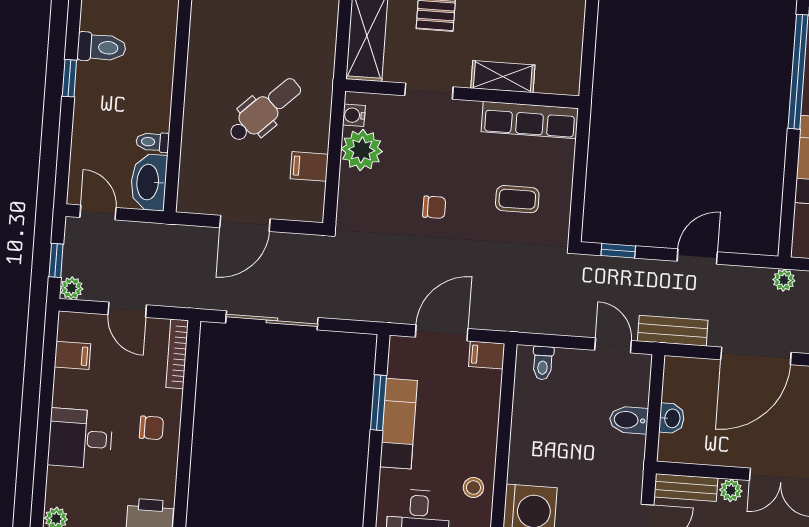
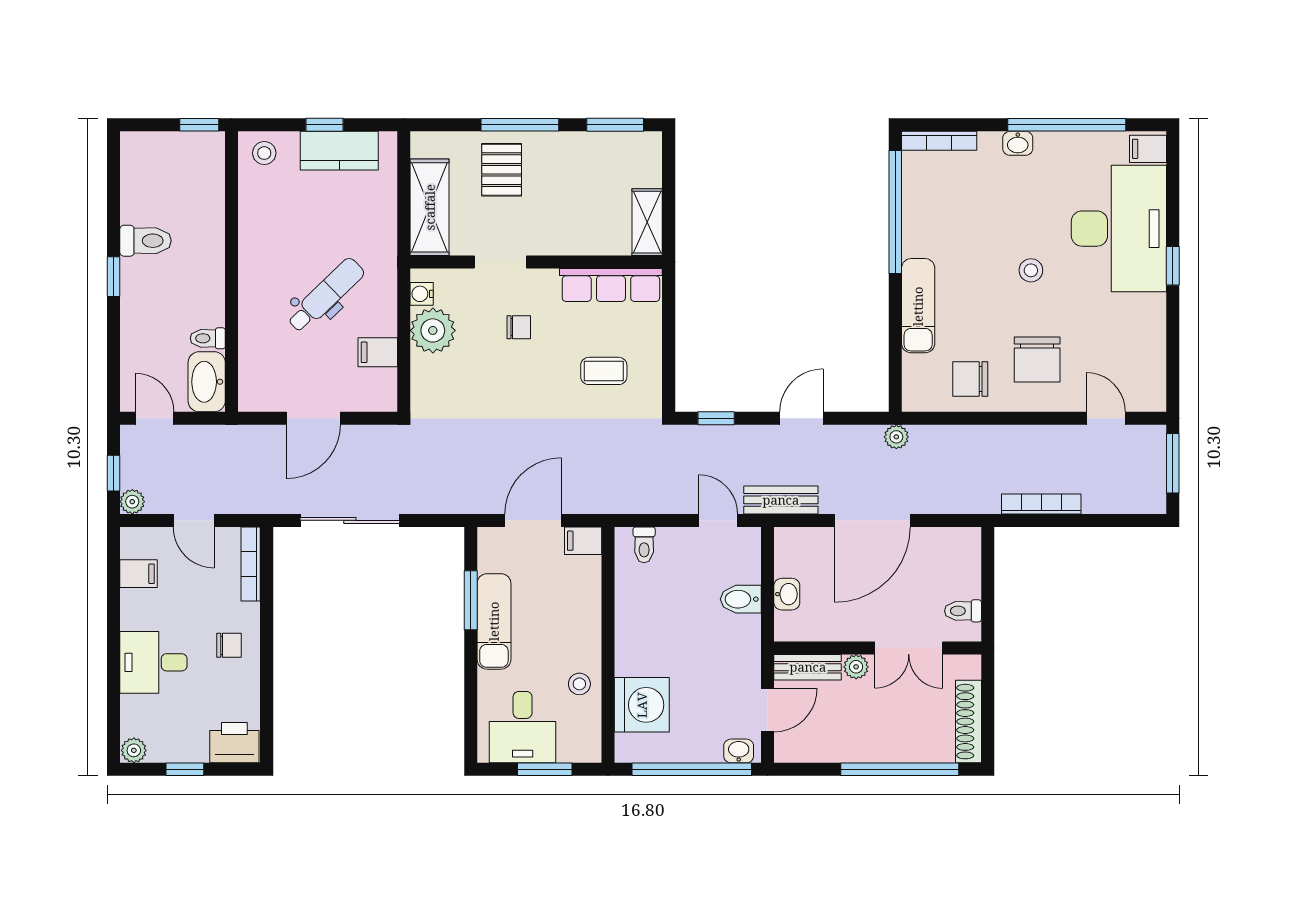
shelving: (503, 77) -> (647, 222), moved, turned 90
chair: (434, 207) -> (519, 327), moved

